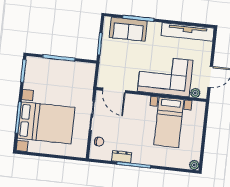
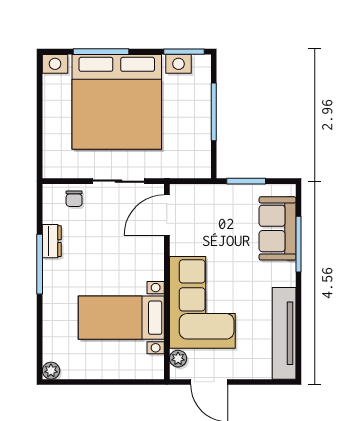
bed with nightstands: (46, 123) -> (117, 102), width x1.36

